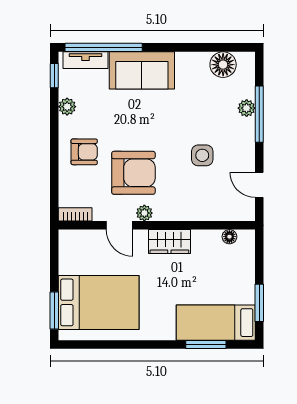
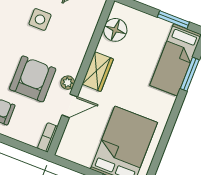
floor lamp: (229, 237) -> (115, 30), width x1.89, depth x1.89

